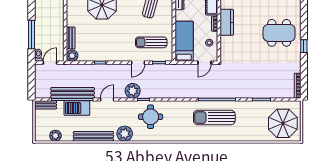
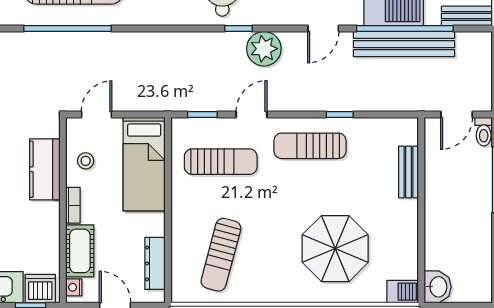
kitchen counter: (227, 22) -> (45, 169), moved
sun lounger: (113, 49) -> (310, 146), added
plant: (72, 56) -> (405, 131), removed

